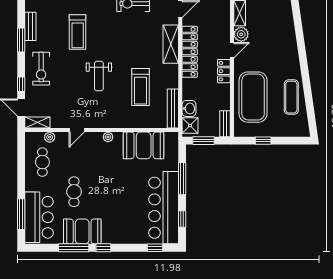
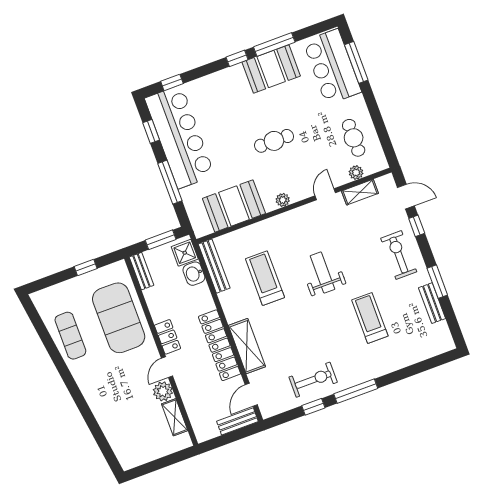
shelving: (37, 122) -> (360, 192), moved
cafe table: (74, 192) -> (274, 141), moved, turned 90

